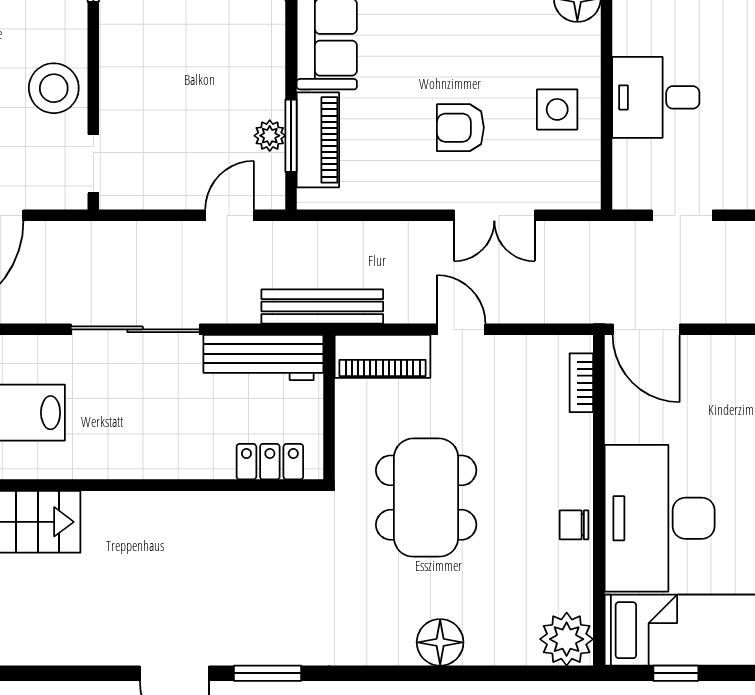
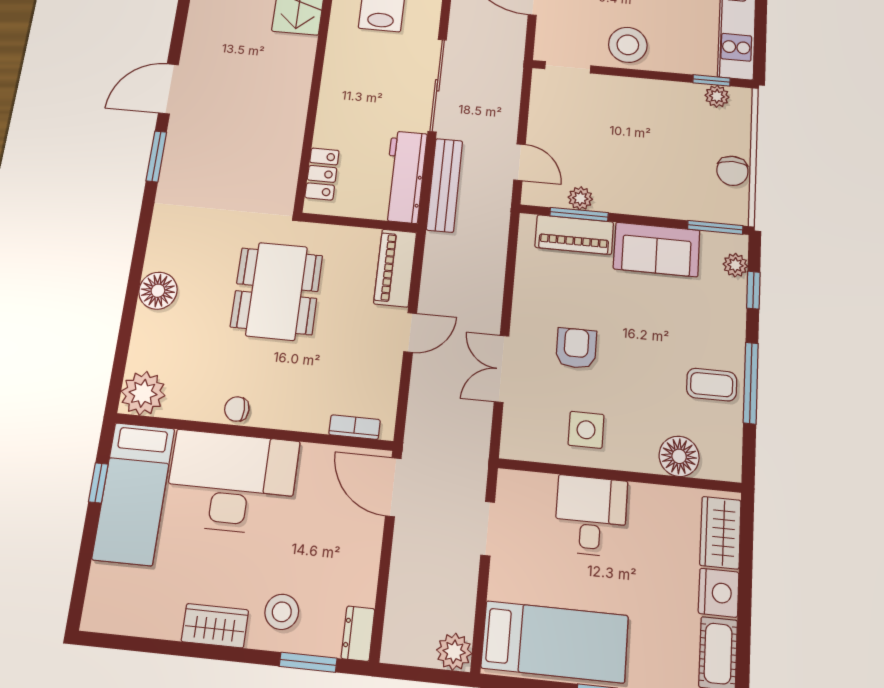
bench: (322, 307) -> (445, 185), moved
door: (646, 329) -> (393, 487), hinge flipped
dining table: (426, 498) -> (277, 291), turned 90
chair: (574, 525) -> (237, 409), turned -90

